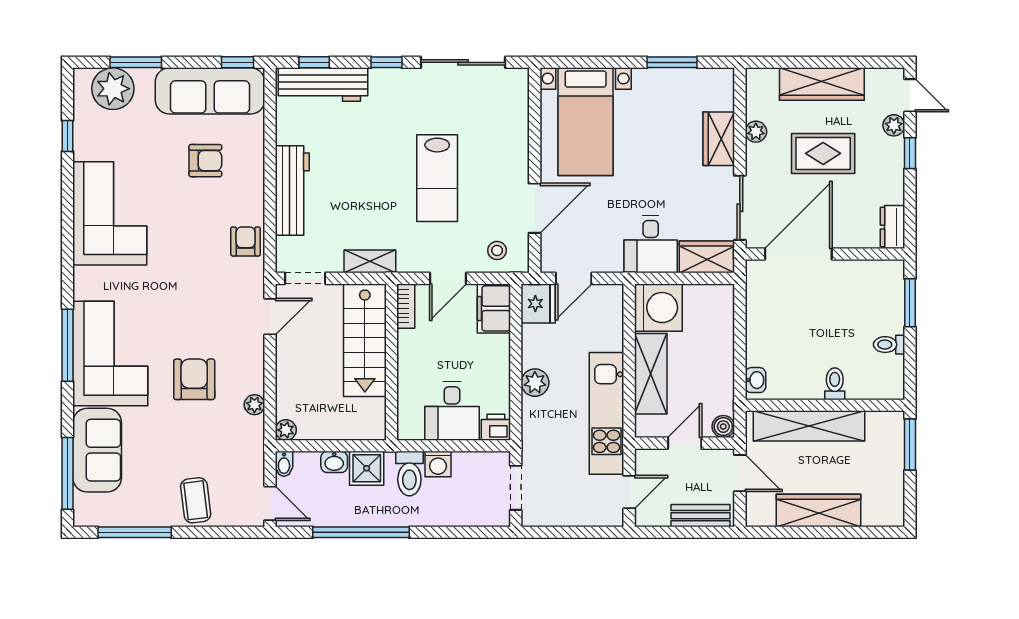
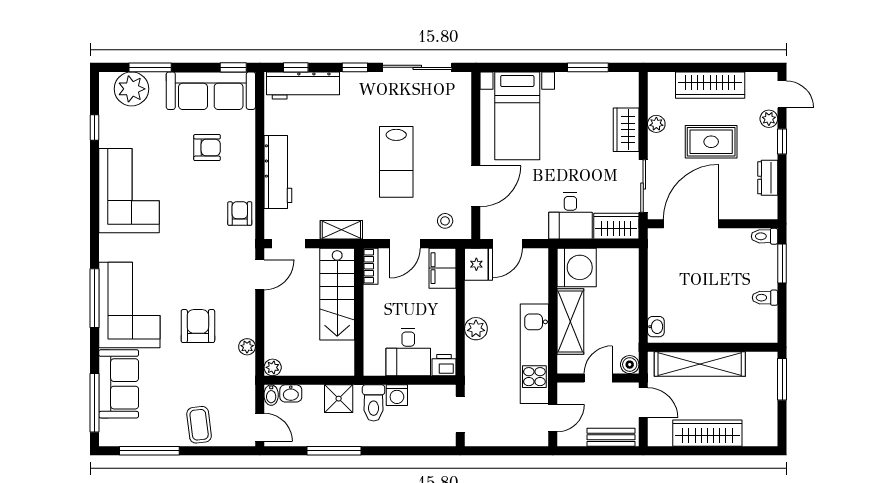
dresser: (892, 227) -> (768, 178), moved
toilet: (835, 384) -> (765, 236), moved, turned -90
washbasin: (334, 462) -> (291, 393), moved
window: (361, 532) -> (334, 451), width x0.68

